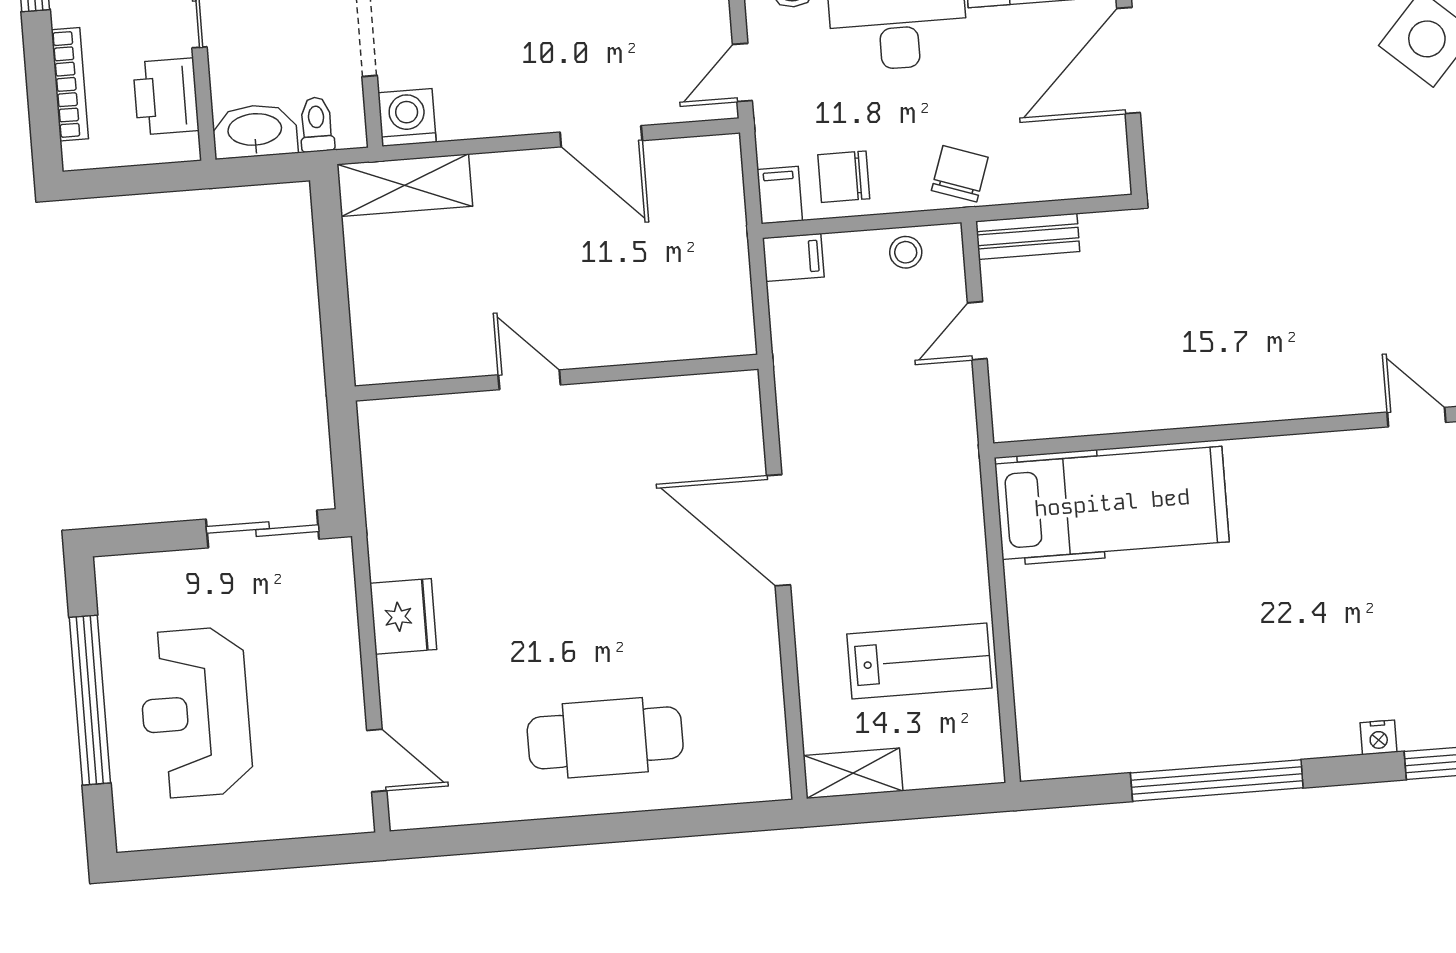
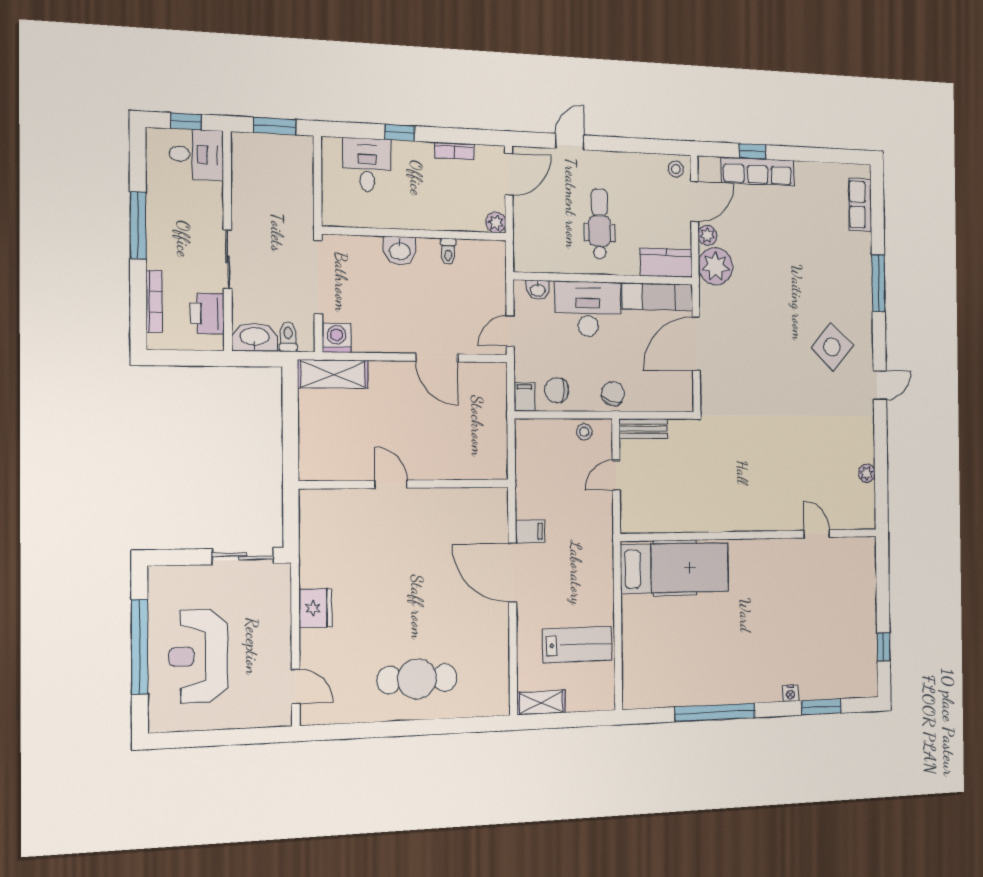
filing cabinet: (793, 257) -> (530, 531), moved

